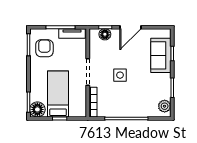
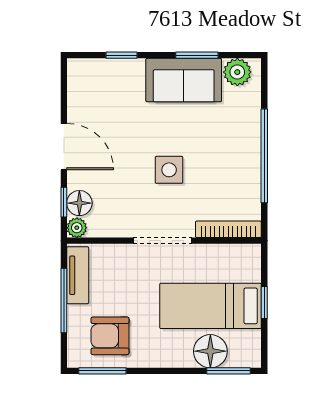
plant: (94, 33) -> (77, 228), added
sofa: (161, 55) -> (184, 80), moved
floor lamp: (37, 109) -> (210, 351), moved

